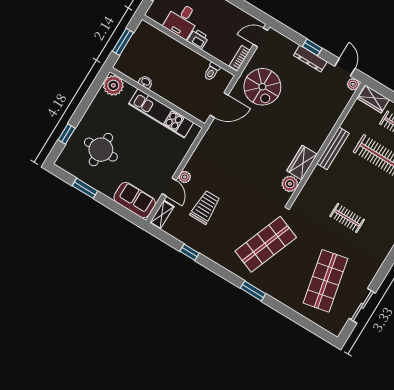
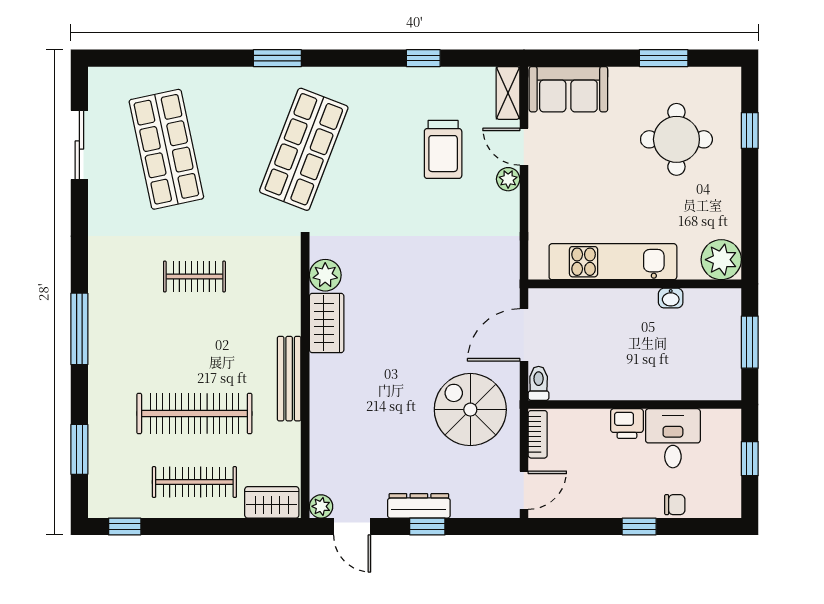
toilet: (212, 72) -> (539, 383), moved

